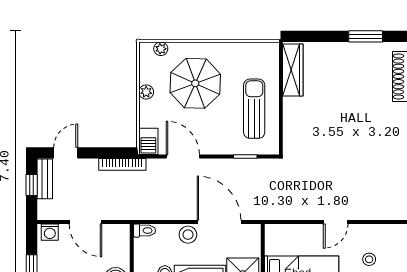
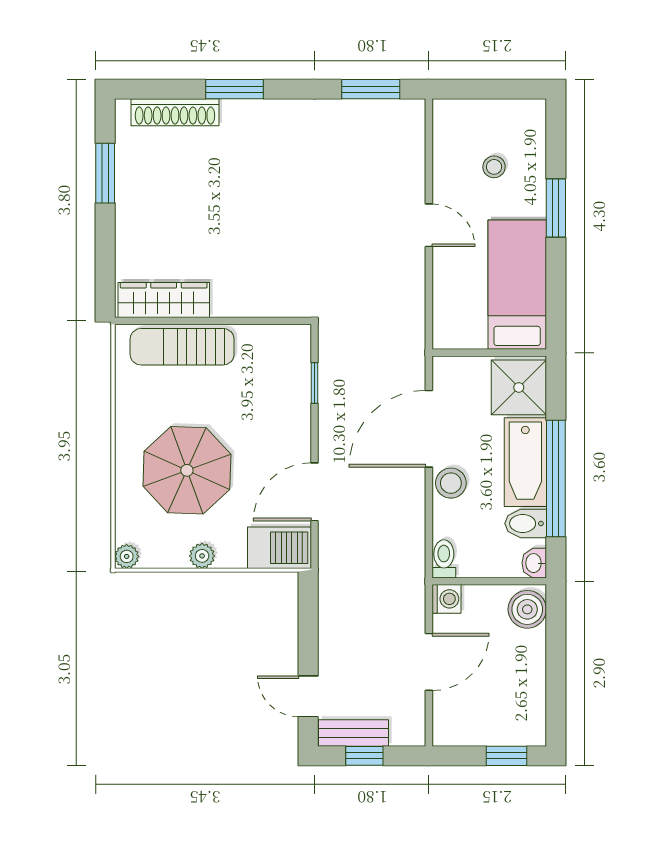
plant: (161, 49) -> (127, 556), moved
sun lounger: (254, 109) -> (182, 347), moved
barbecue: (148, 141) -> (280, 548), width x1.38, depth x1.27
bookcase: (122, 164) -> (328, 597), removed
washing machine: (50, 232) -> (446, 599), moved

